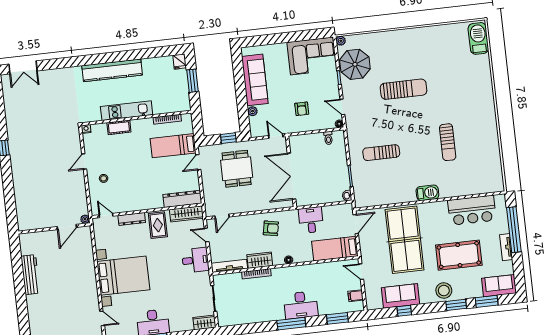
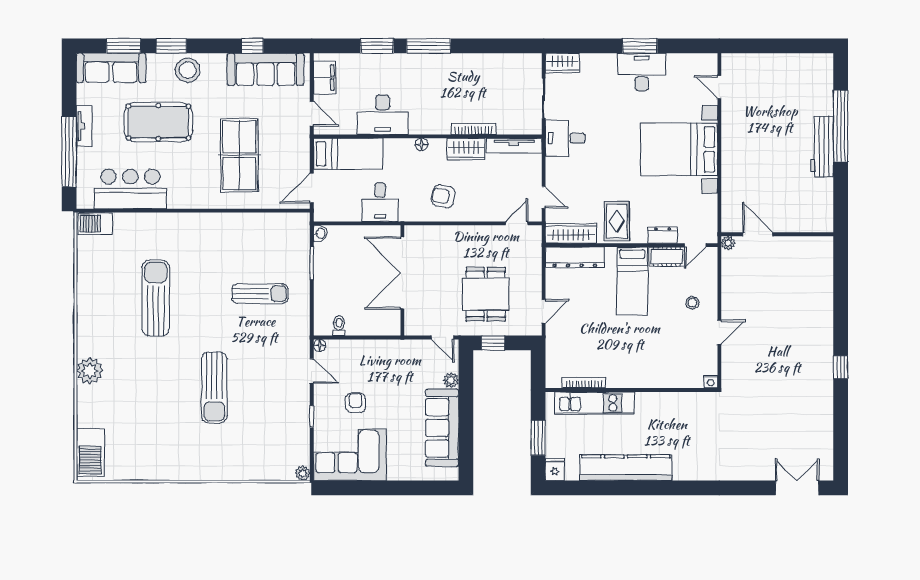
parasol: (355, 64) -> (285, 434), removed
kitchen counter: (112, 70) -> (626, 468), moved
sun lounger: (404, 89) -> (214, 387), turned -90
plant: (485, 91) -> (90, 371), added
armchair: (302, 109) -> (355, 403), moved
kitchen unit: (127, 111) -> (595, 403), moved
cot: (119, 127) -> (667, 256), moved
door: (276, 136) -> (443, 337), moved
sun lounger: (448, 142) -> (156, 298), width x1.36, depth x1.34
bed: (173, 146) -> (632, 281), moved, turned 90
double door: (292, 176) -> (402, 273), swing flipped
barbecue: (427, 193) -> (95, 224), moved
door: (106, 215) -> (695, 245), hinge flipped
dresser: (132, 219) -> (663, 235), width x0.70
door: (67, 227) -> (758, 234), hinge flipped
table tennis table: (405, 240) -> (239, 155), width x0.73, depth x0.76
desk: (195, 260) -> (565, 138), moved
workbench: (30, 275) -> (822, 146), moved
sofa: (499, 286) -> (111, 68), width x1.36
filing cabinet: (356, 296) -> (325, 78), width x2.00
sofa: (401, 296) -> (265, 69), width x1.36
window: (21, 302) -> (841, 126), added
desk: (301, 305) -> (383, 115), moved, turned 180
window: (337, 318) -> (377, 46), moved

